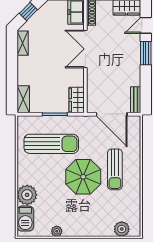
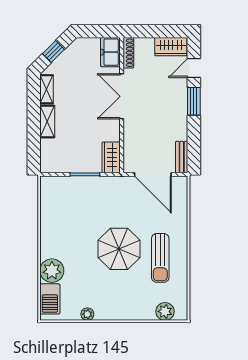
shelving: (23, 99) -> (47, 122), moved
sun lounger: (51, 144) -> (81, 210), removed
sun lounger: (115, 169) -> (160, 258), moved

